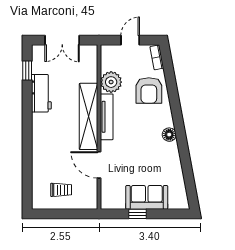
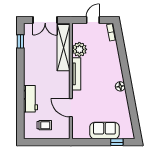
armchair: (149, 90) -> (106, 55), removed
workbench: (41, 93) -> (30, 99), moved
shelving: (88, 116) -> (64, 48), moved
window: (138, 214) -> (117, 142), moved

